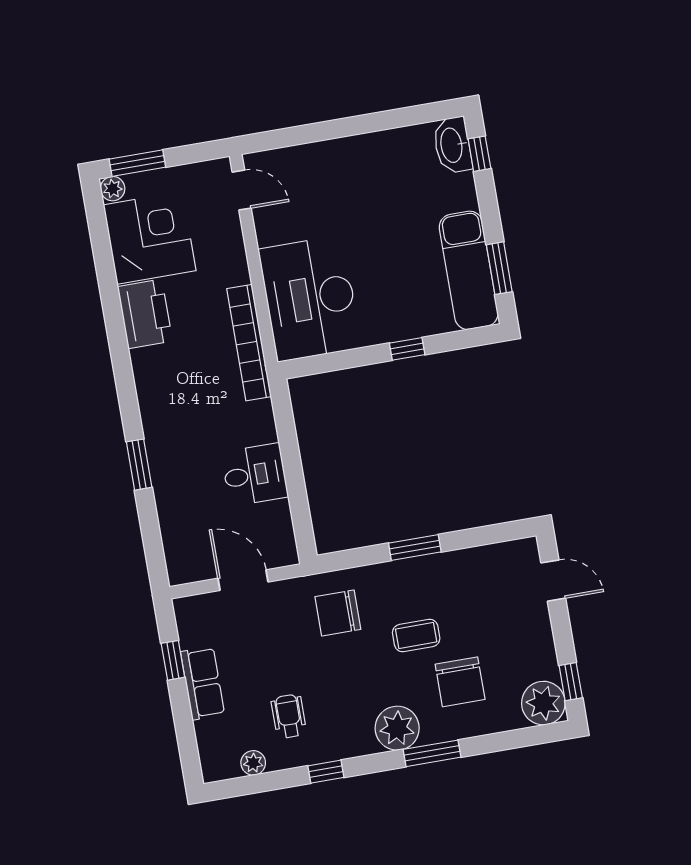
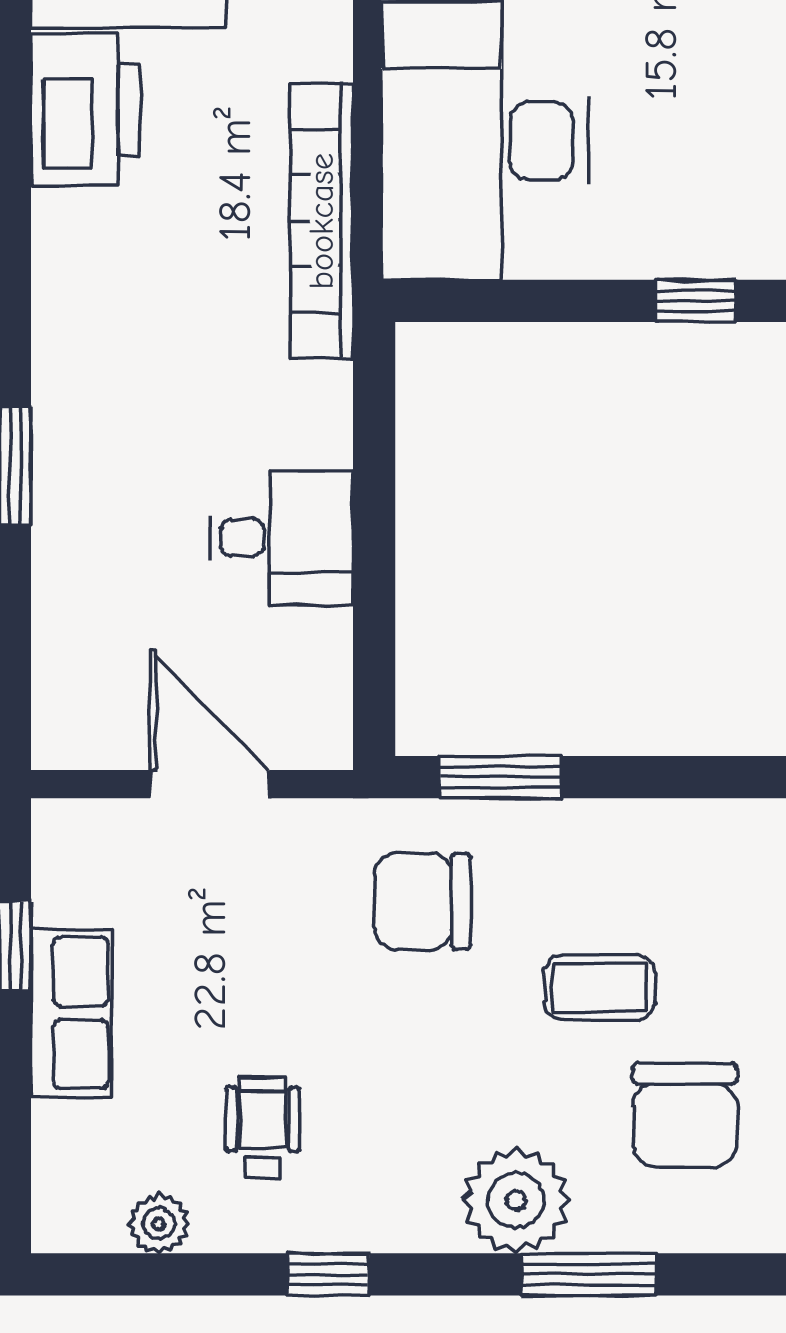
window: (415, 548) -> (500, 777), moved

